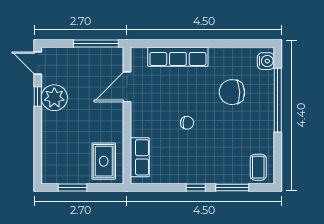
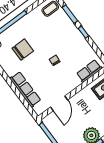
door: (127, 87) -> (59, 103), hinge flipped
chair: (232, 92) -> (23, 50), turned -88

